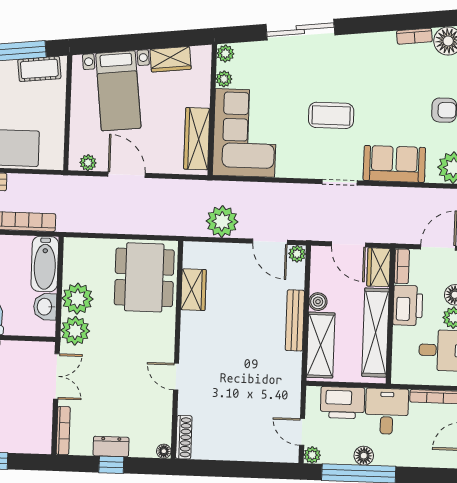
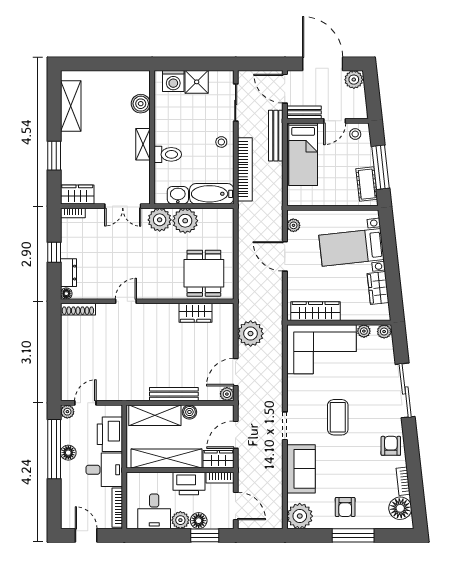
armchair: (369, 50) -> (391, 446), added
door: (127, 175) -> (285, 256), swing flipped
dining table: (144, 277) -> (204, 273), width x0.73
bookcase: (63, 431) -> (73, 213), width x0.64
wardrobe: (40, 433) -> (77, 195), added
dresser: (111, 447) -> (69, 273), moved

